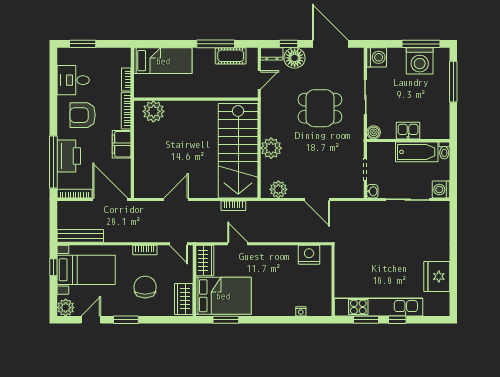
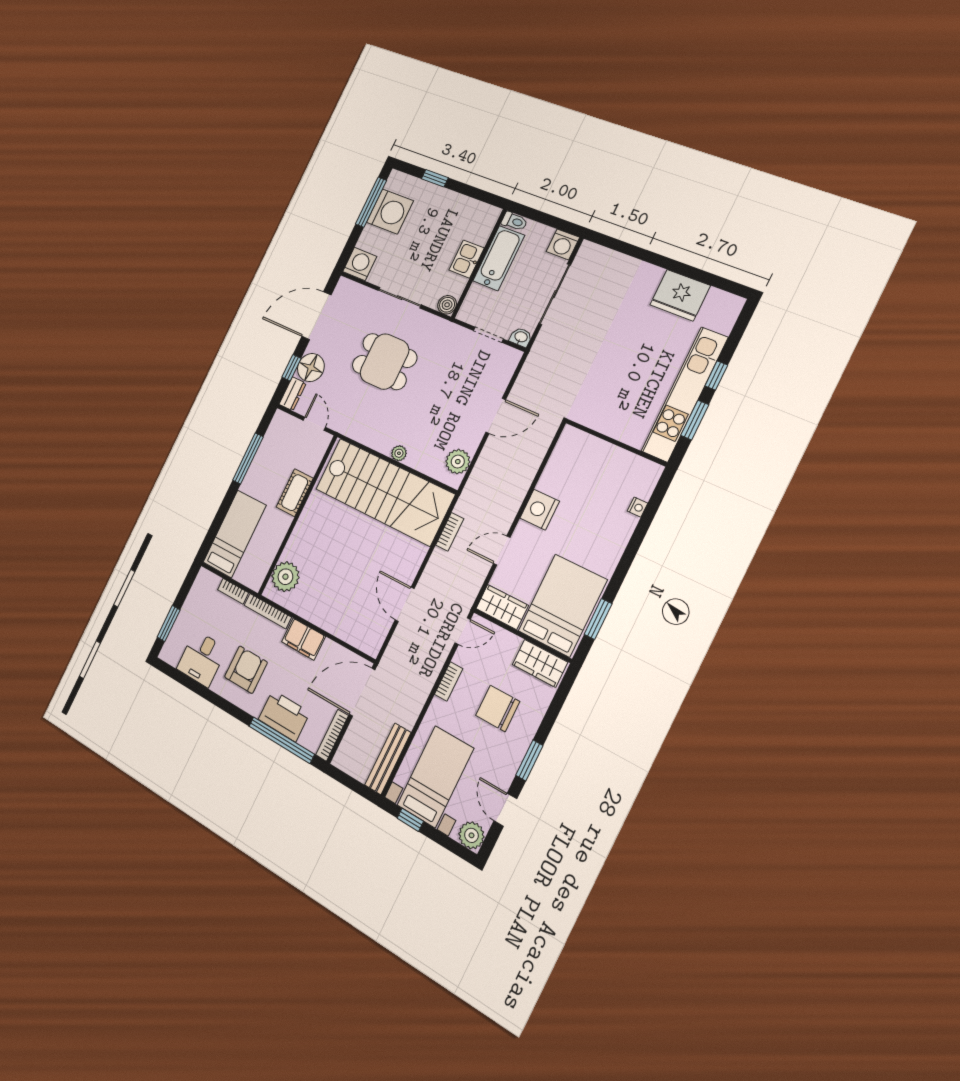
cot: (231, 56) -> (295, 493), moved
window: (453, 82) -> (435, 178), width x0.46
dining table: (320, 108) -> (384, 361), turned 90
armchair: (83, 115) -> (246, 670), turned 180
plant: (271, 148) -> (399, 453), width x0.53, depth x0.53
nightstand: (309, 255) -> (540, 510), moved

